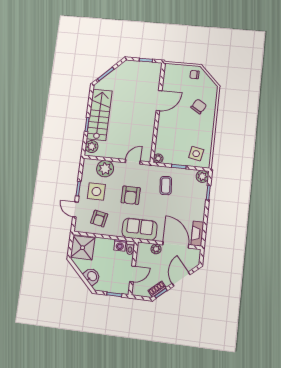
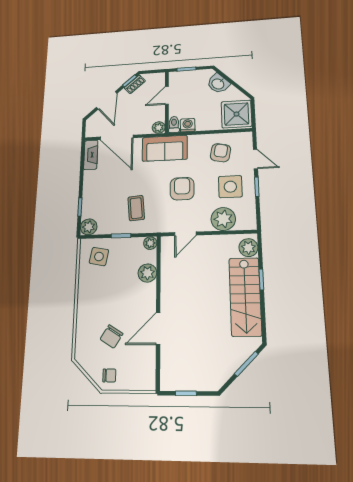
chair: (199, 106) -> (111, 336), moved
plant: (162, 138) -> (147, 273), added
plant: (156, 249) -> (159, 128), moved

